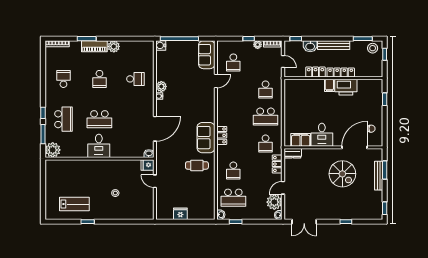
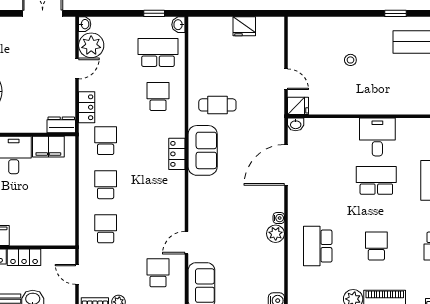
school desk: (135, 79) -> (318, 246), width x1.85
school desk: (266, 117) -> (106, 185), width x0.54

